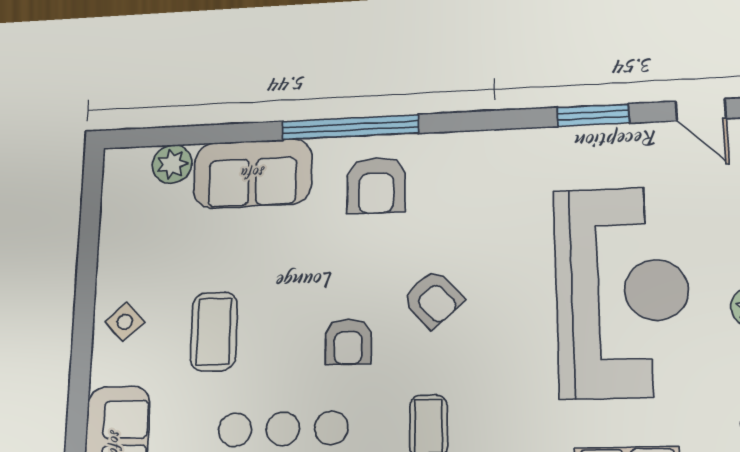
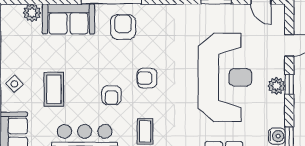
armchair: (376, 185) -> (123, 27), turned 180
armchair: (433, 299) -> (147, 78), turned 132

